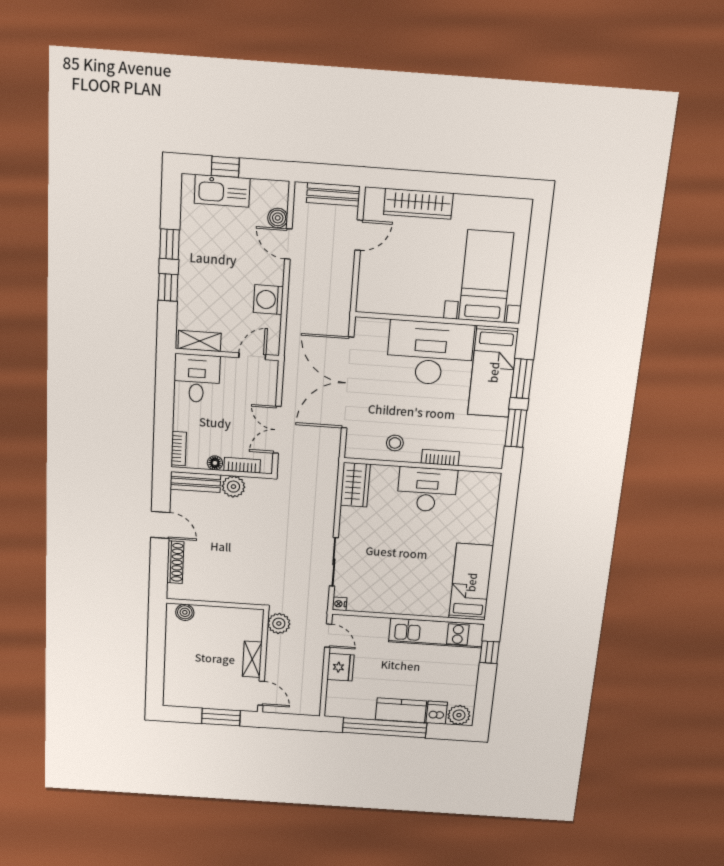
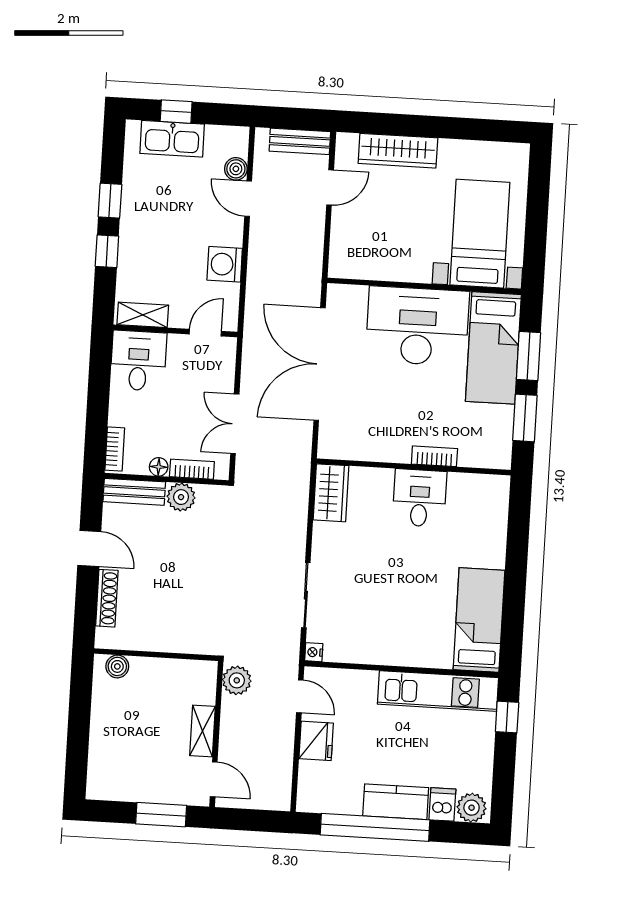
stool: (395, 443) -> (378, 439), removed
desk: (427, 490) -> (420, 498), width x0.73

